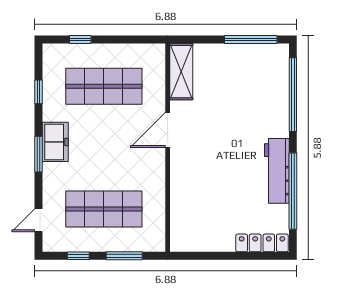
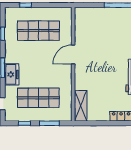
shelving: (181, 72) -> (81, 106), moved
freezer: (55, 142) -> (12, 74), moved

